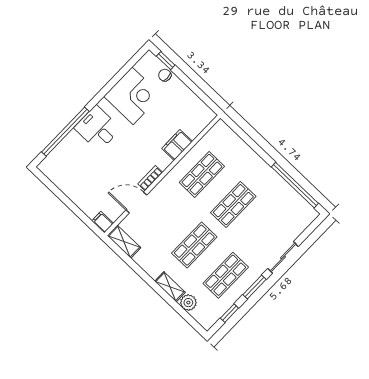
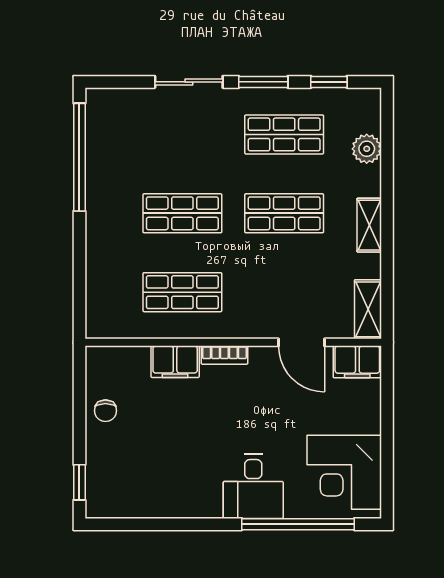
chair: (165, 75) -> (105, 411), moved
corner desk: (133, 96) -> (344, 472), moved, turned -90
bookcase: (150, 178) -> (224, 355), moved
filing cabinet: (103, 222) -> (357, 362), width x2.00
shelving: (170, 287) -> (369, 225), moved

